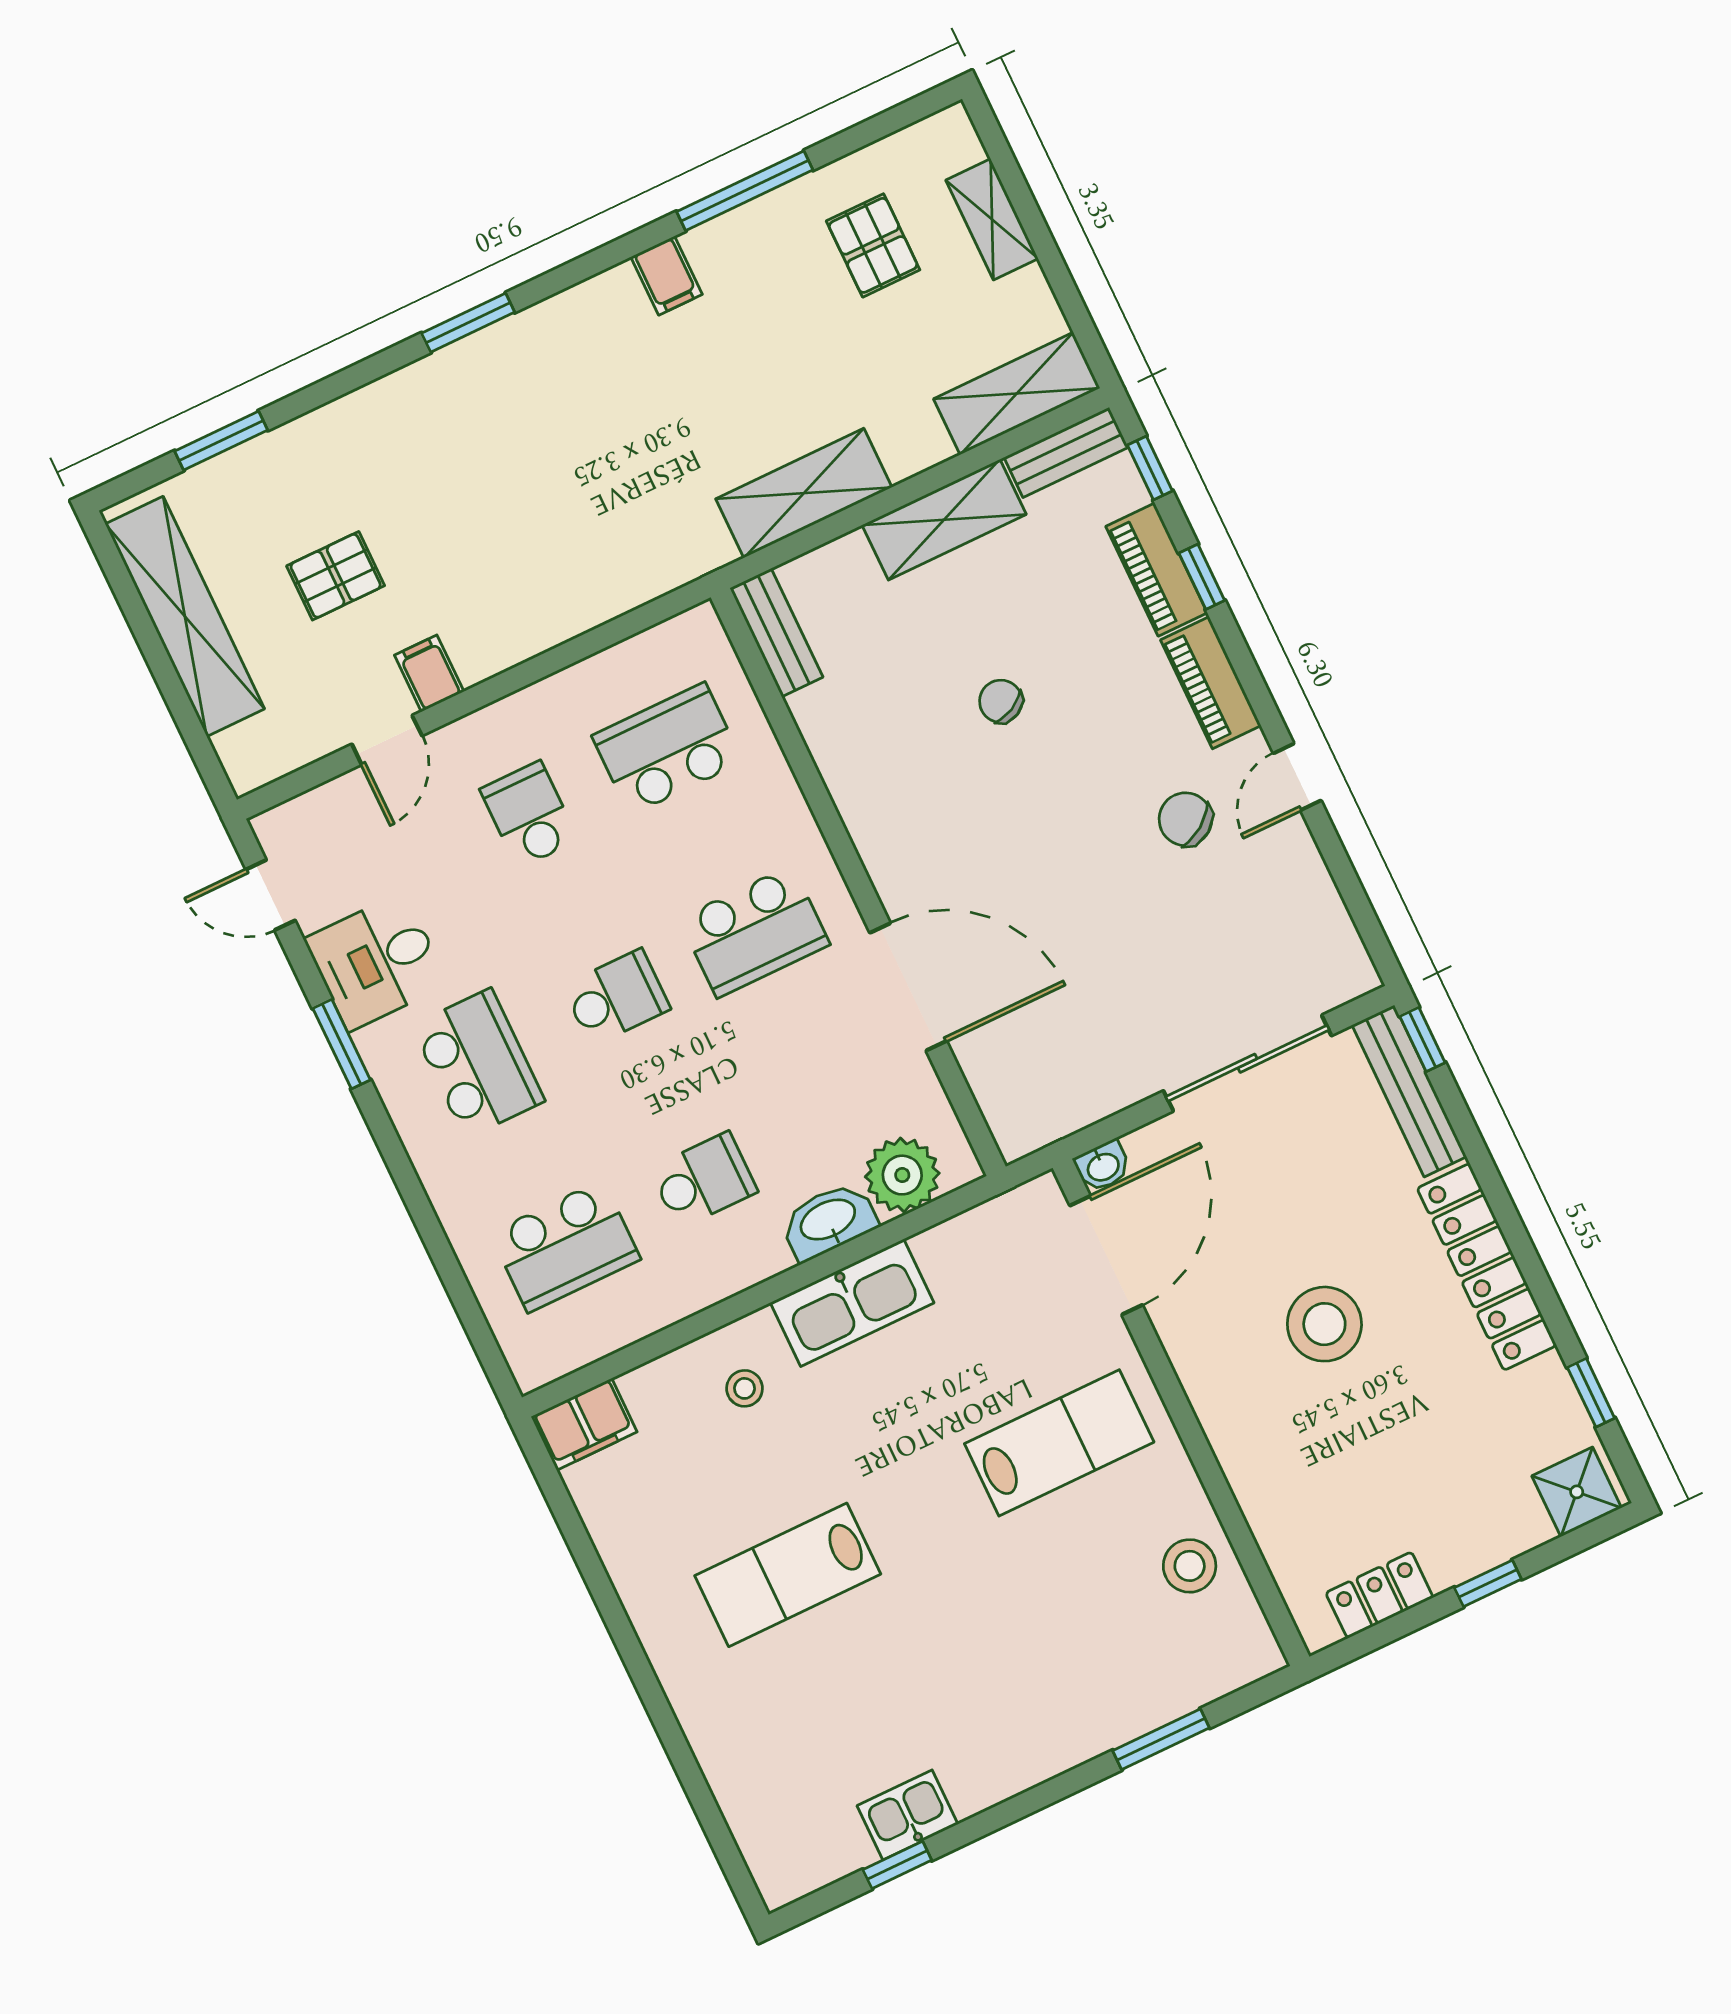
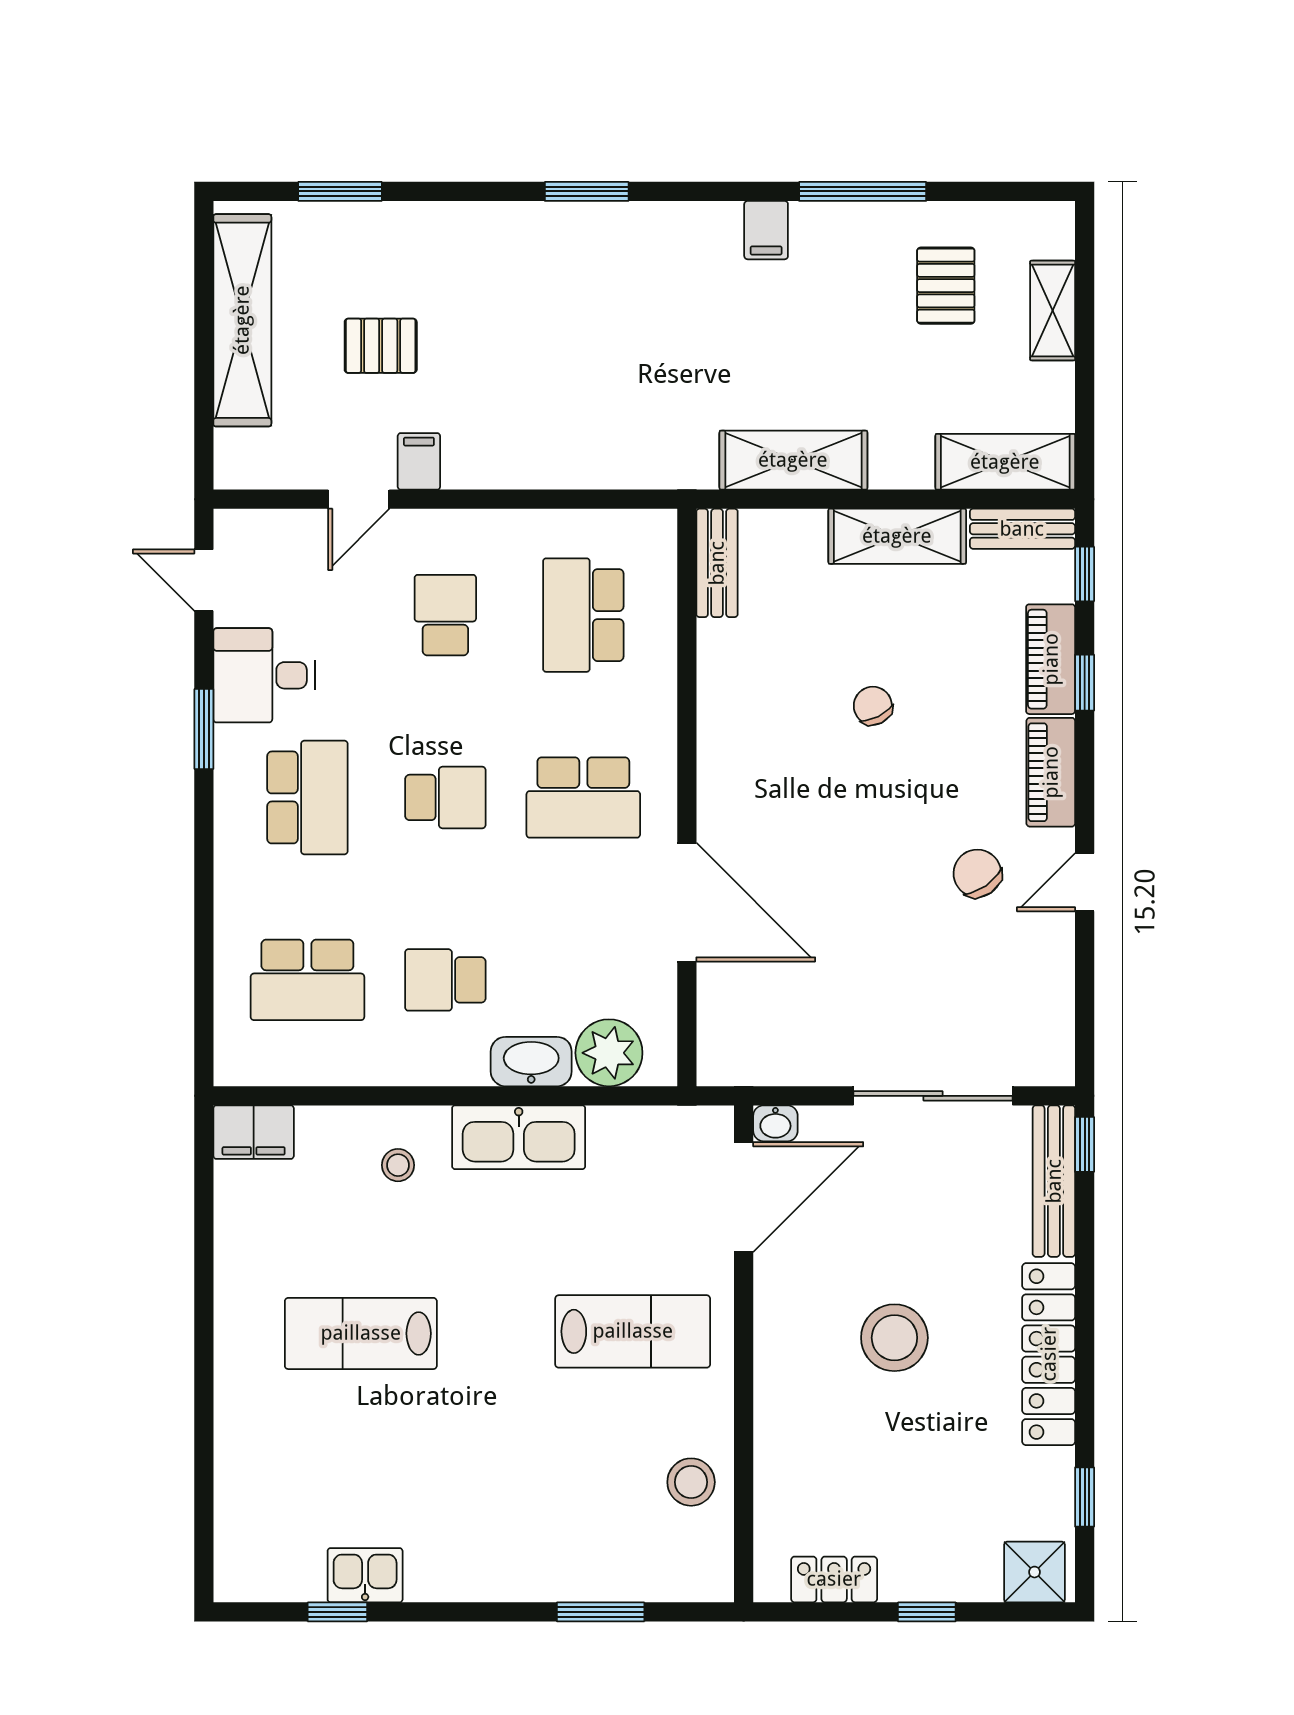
school desk: (667, 749) -> (583, 615), turned -90
school desk: (703, 1180) -> (445, 980), turned 180

